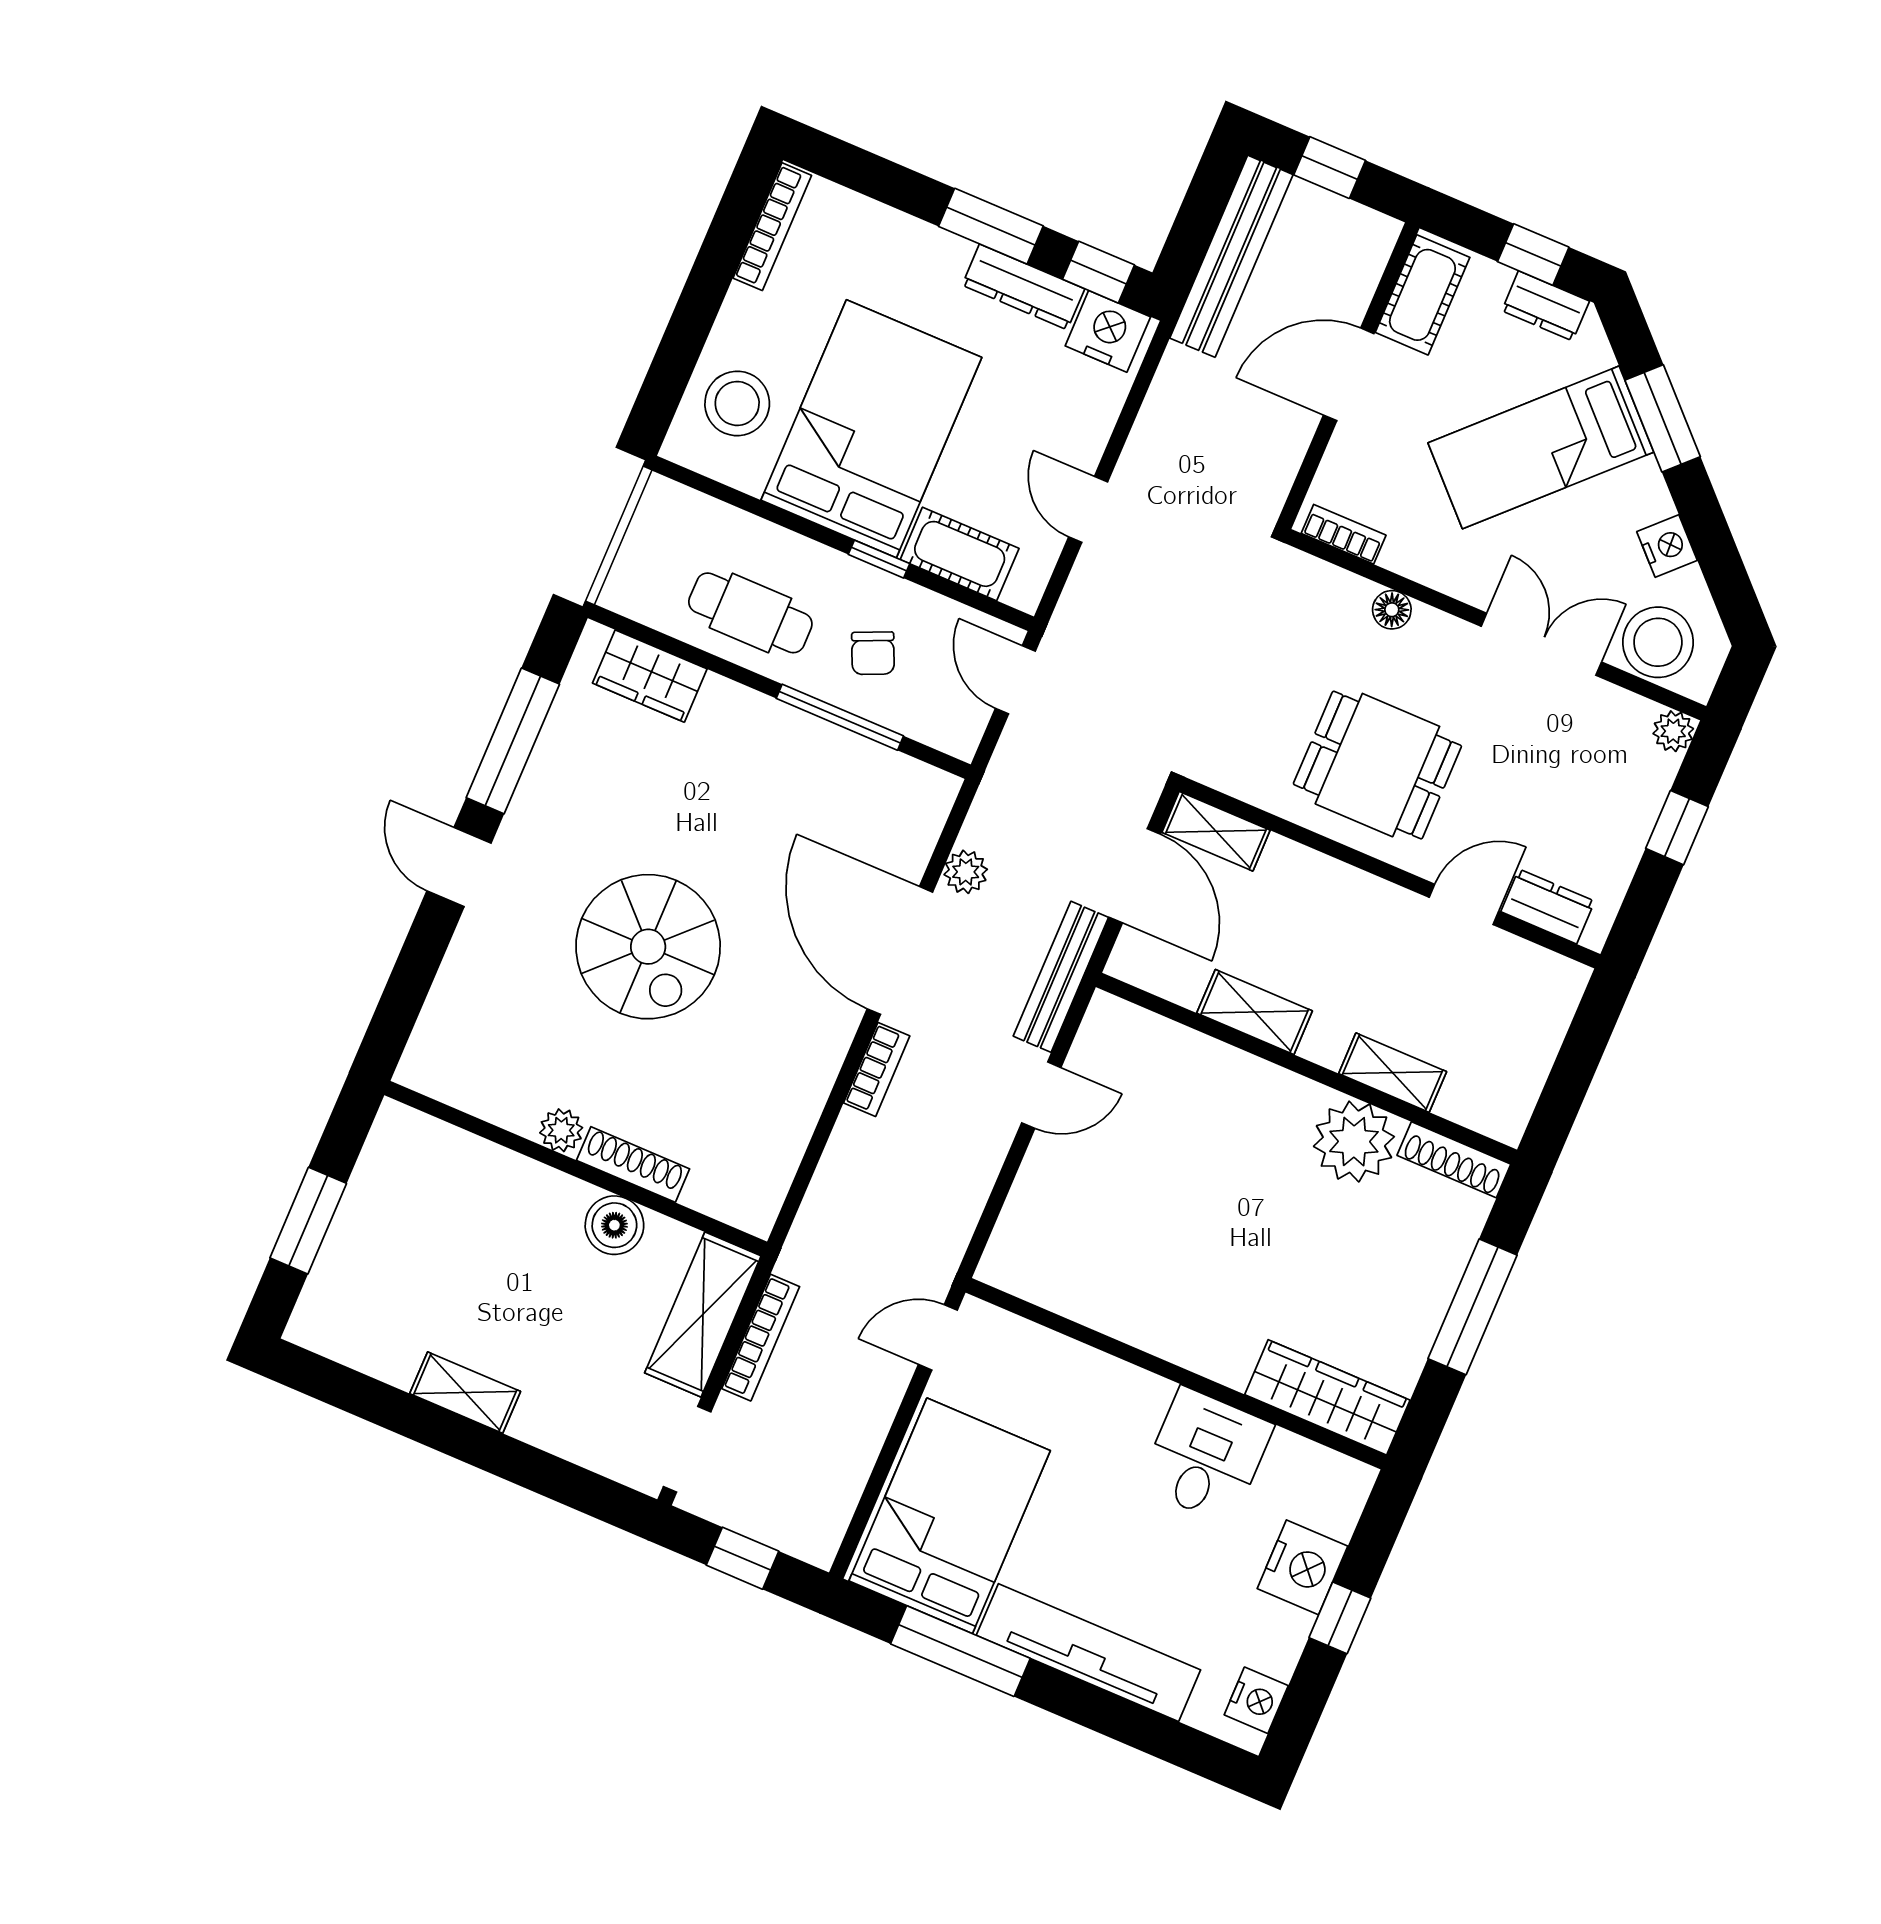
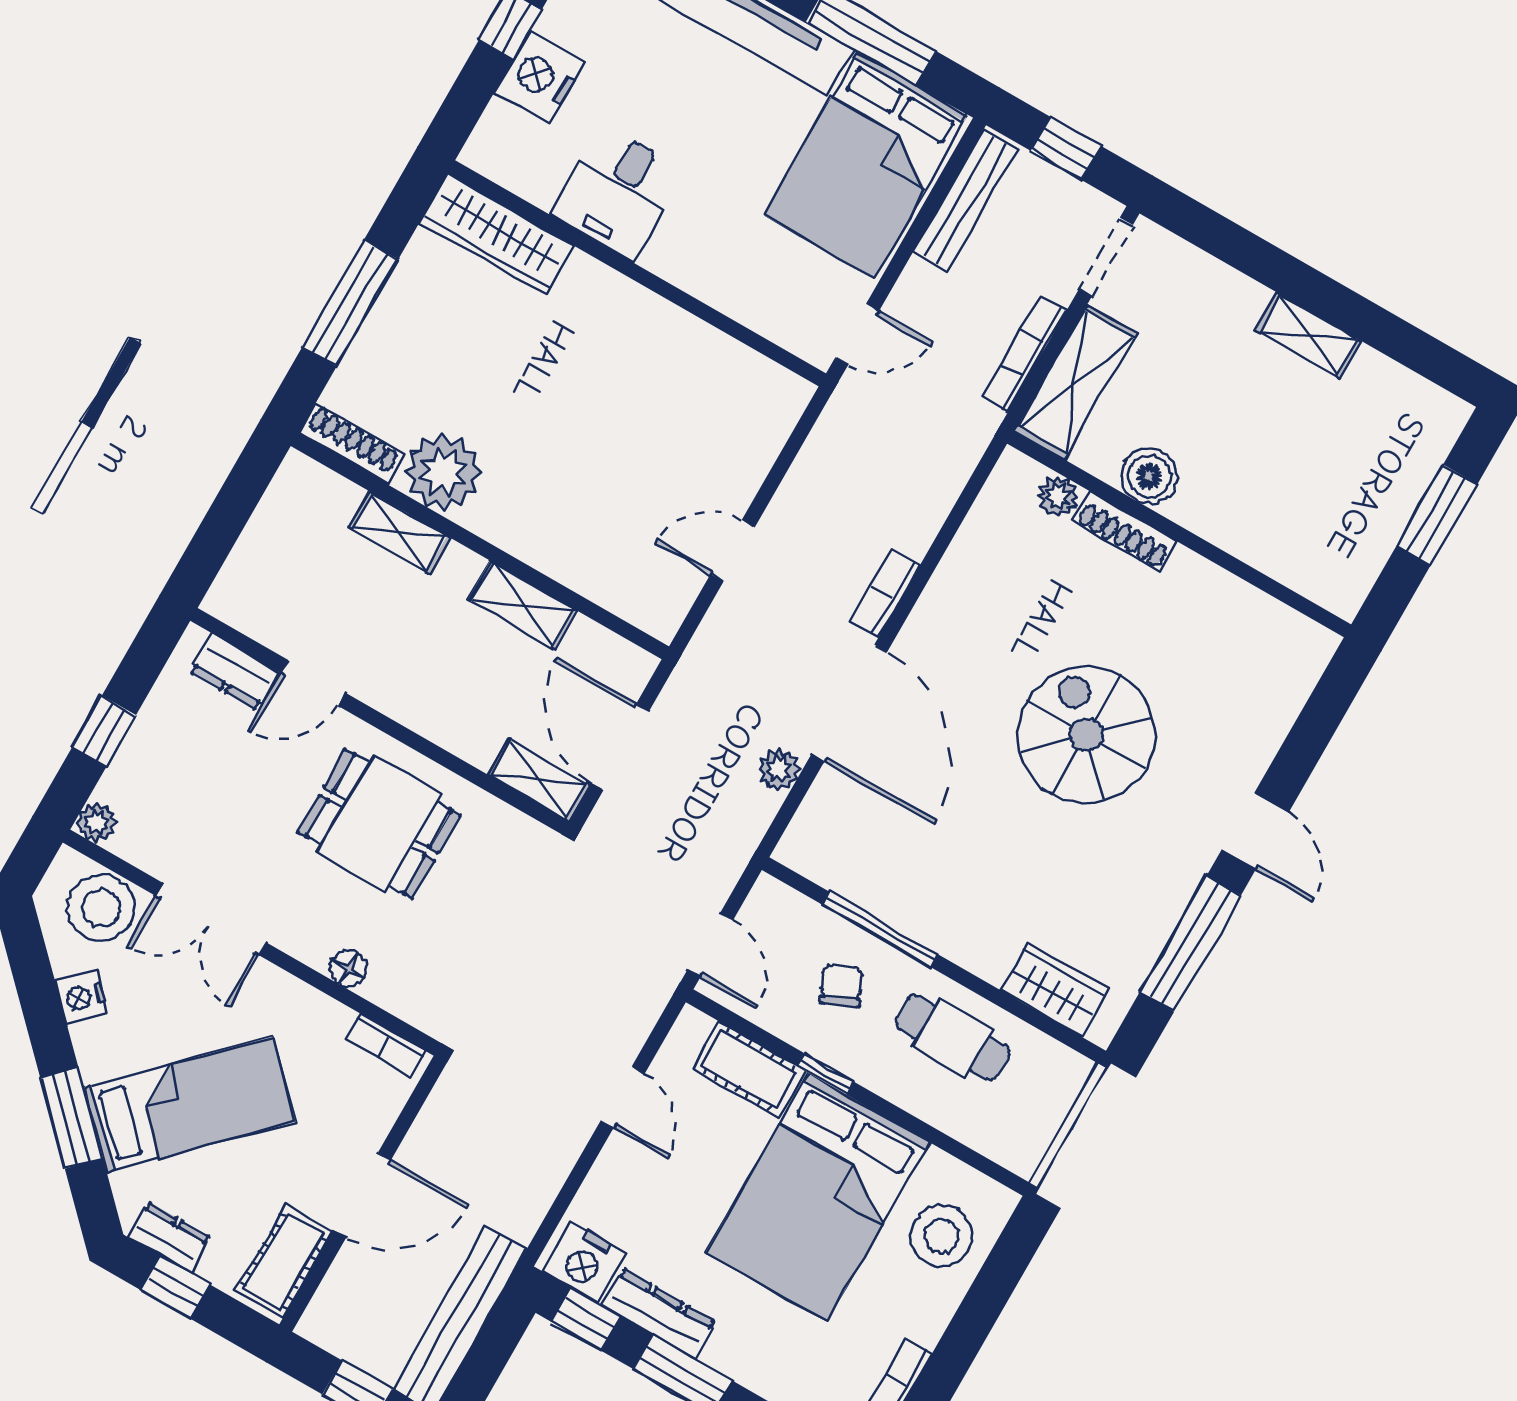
bench: (1061, 977) -> (965, 200), moved
plant: (561, 1130) -> (1058, 496), moved

